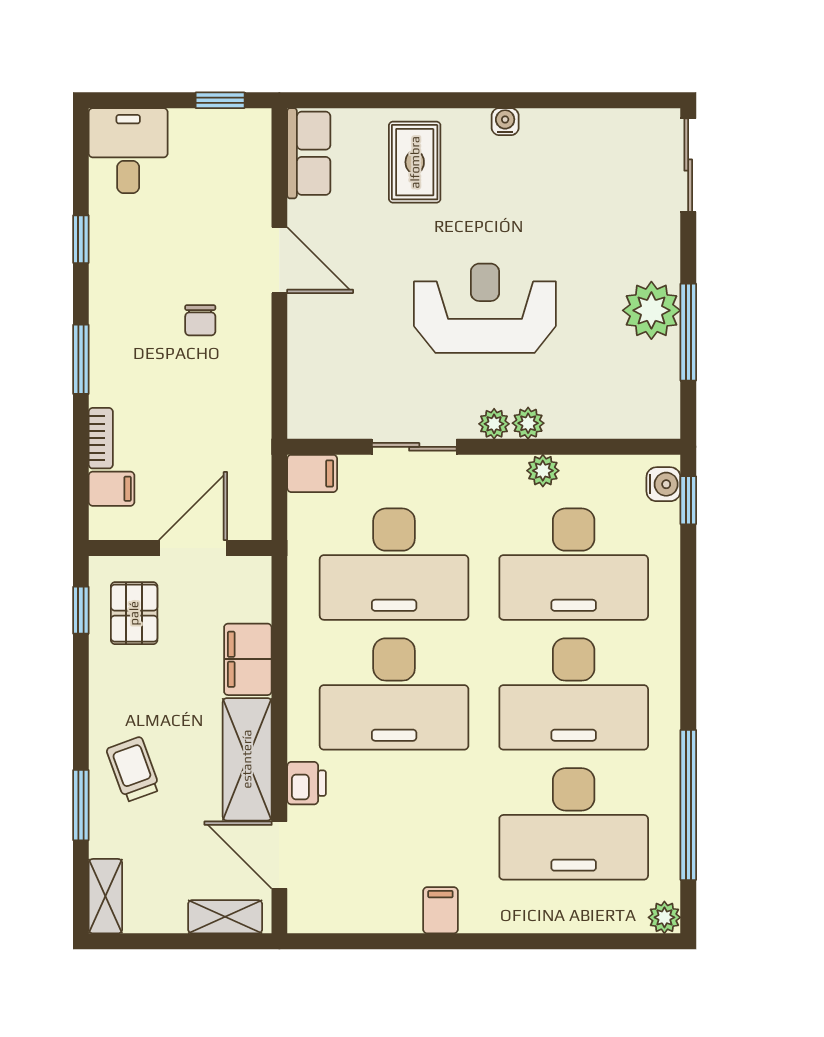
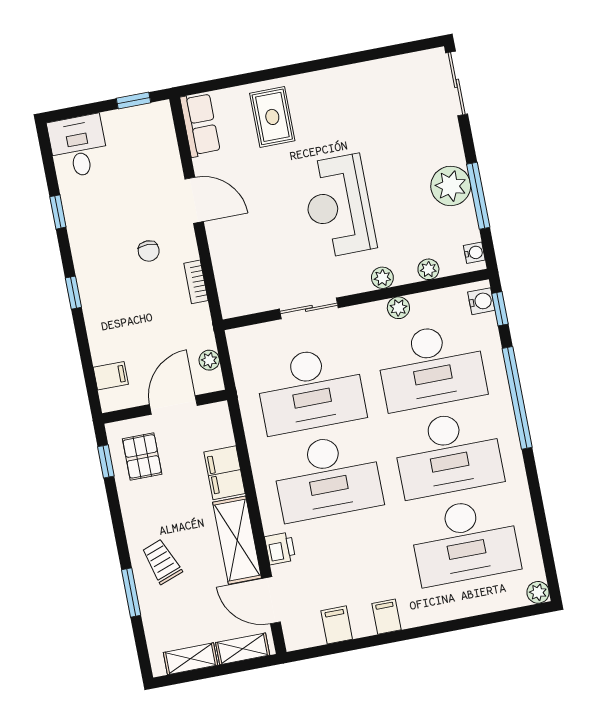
water cooler: (505, 122) -> (474, 253), moved, turned 90
reception desk: (485, 308) -> (339, 206), turned -90
window: (81, 359) -> (73, 293), width x0.67
plant: (494, 424) -> (428, 269), moved
bookcase: (101, 438) -> (196, 282), moved, turned 180
filing cabinet: (312, 473) -> (337, 625), moved, turned -90
plant: (257, 494) -> (209, 360), added
window: (688, 805) -> (517, 398), moved
shelving: (105, 896) -> (191, 659), moved, turned 90

